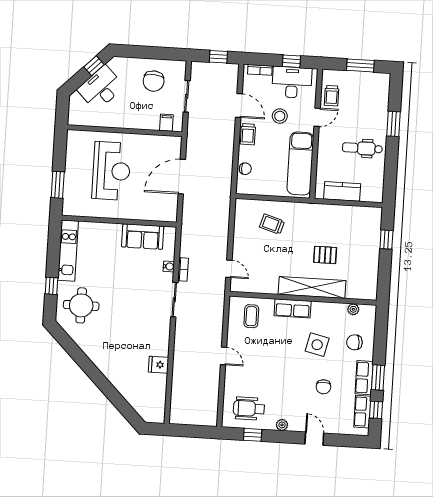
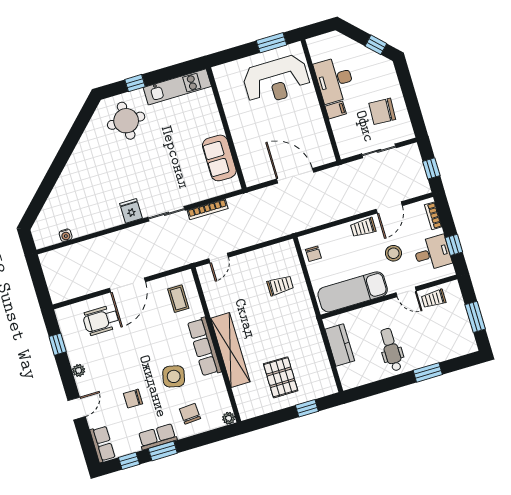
desk: (292, 82) -> (432, 253), width x0.73
desk: (101, 88) -> (335, 80), moved, turned -135
filing cabinet: (166, 123) -> (336, 110), moved
chair: (245, 169) -> (313, 254), moved
reception desk: (111, 171) -> (276, 80), moved
window: (58, 185) -> (271, 43), moved
trolley: (272, 224) -> (280, 286), turned 73
pallet: (325, 255) -> (281, 377), moved, width x1.50, depth x1.42
water cooler: (169, 266) -> (66, 235), moved
bookcase: (183, 269) -> (208, 209), width x1.56
row of seats: (293, 308) -> (204, 347), width x1.48
plant: (353, 309) -> (229, 418), moved
coffee table: (251, 316) -> (178, 299), turned 90
door: (224, 356) -> (127, 285), width x1.88
fridge: (158, 365) -> (131, 211), moved
wheelchair: (249, 409) -> (101, 320), moved, turned -90
row of seats: (362, 412) -> (102, 444), moved, turned 90

